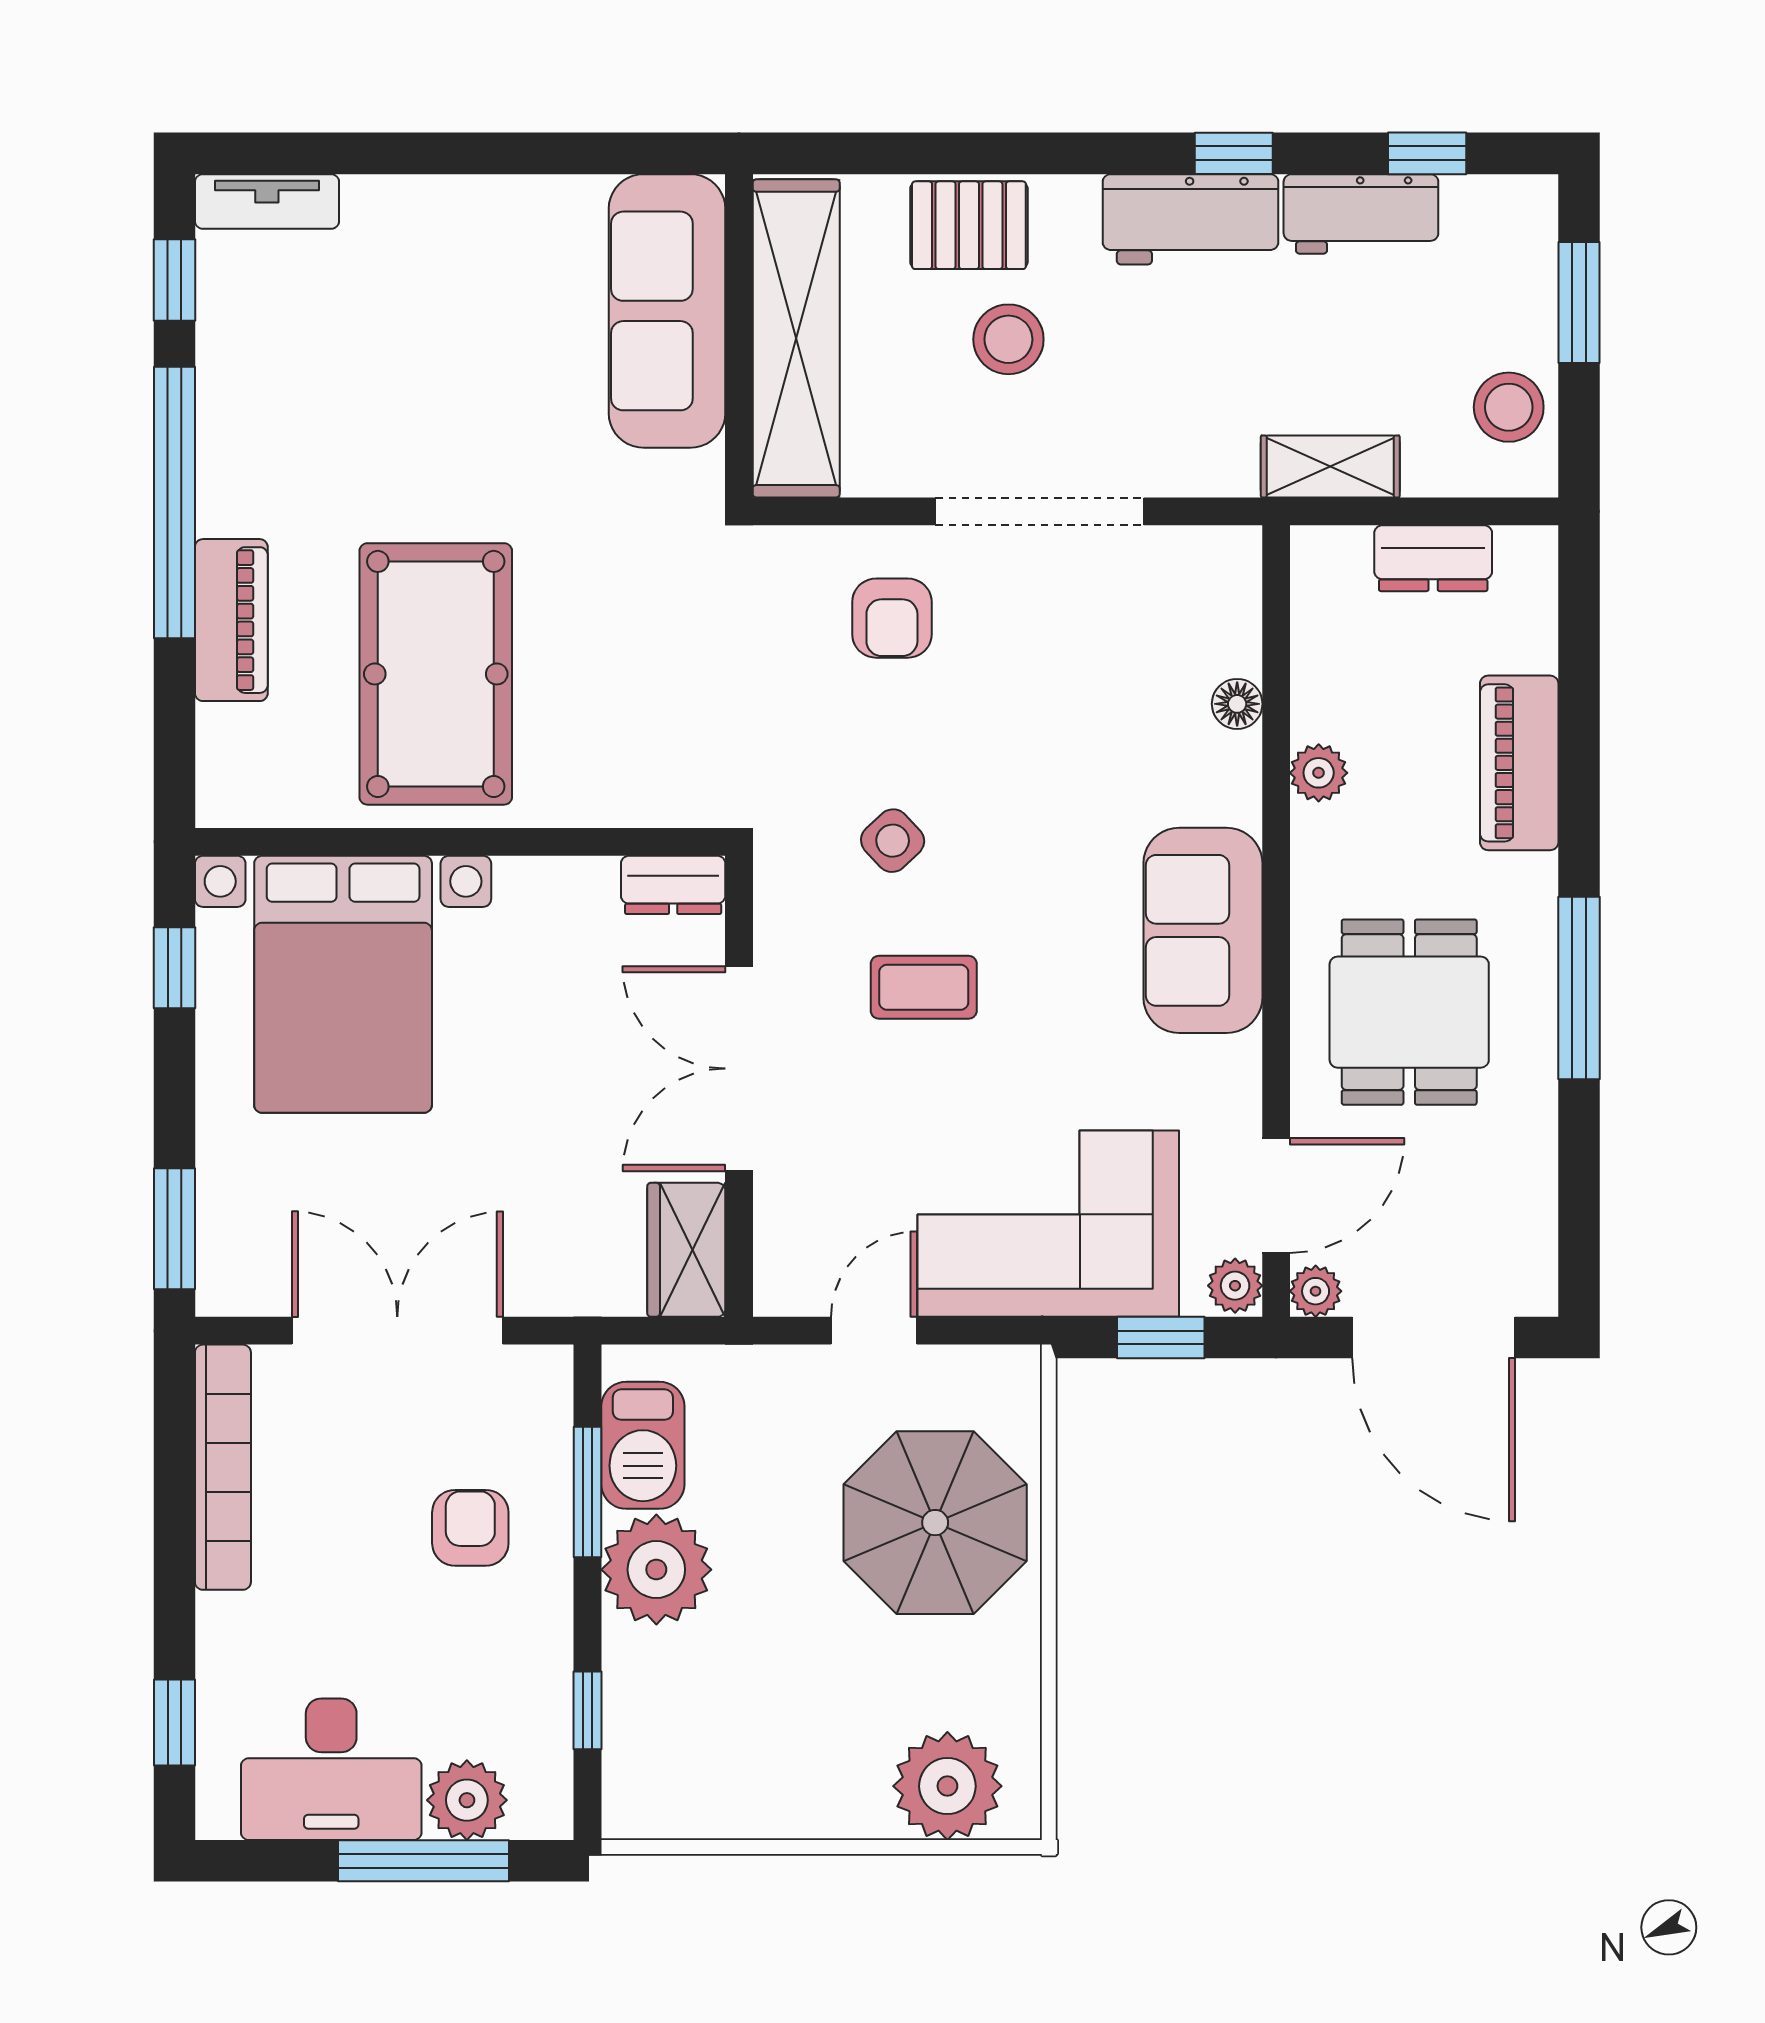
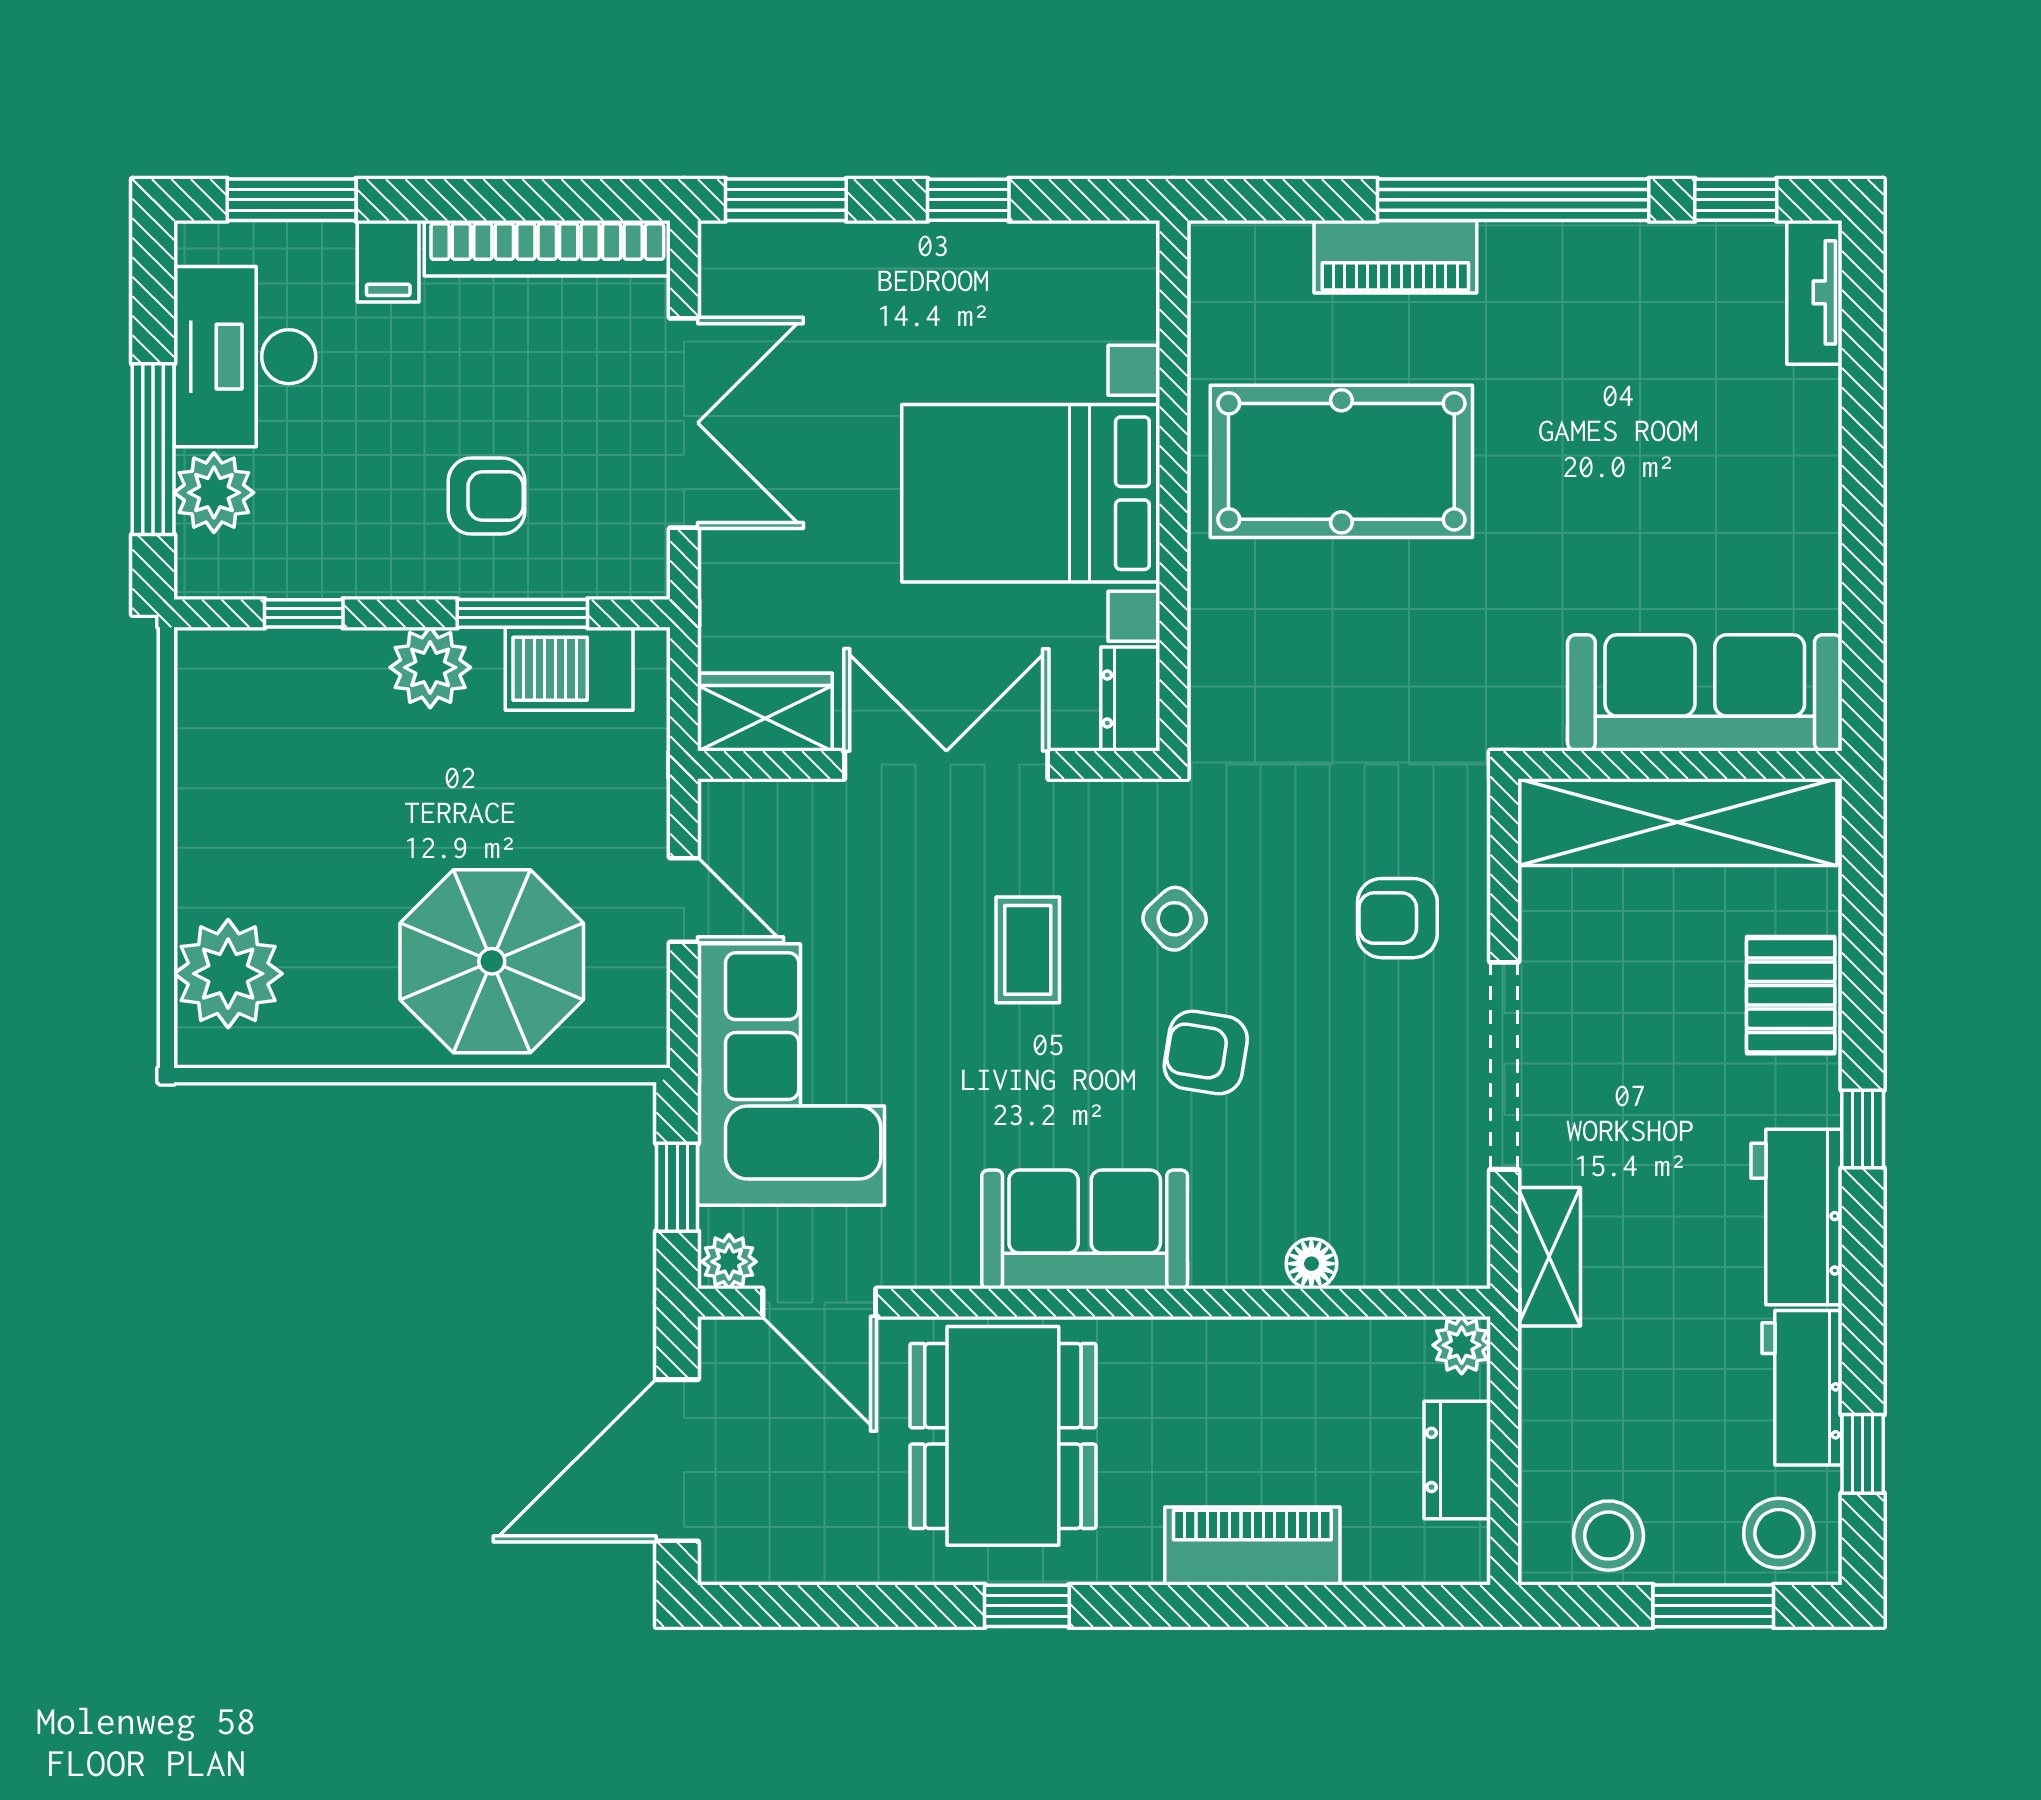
window: (1234, 153) -> (1863, 1129), moved
stool: (1008, 339) -> (1779, 1533), moved
shelving: (1330, 466) -> (1549, 1257), moved
plant: (1319, 773) -> (1462, 1345), moved
armchair: (1026, 809) -> (1206, 1052), added
window: (174, 968) -> (968, 200), moved
bed with nightstands: (343, 984) -> (1031, 493), moved
window: (1579, 988) -> (1027, 1606), width x0.46
dining table: (1409, 1012) -> (1003, 1436), width x1.38
plant: (1316, 1291) -> (723, 1342), removed
plant: (656, 1570) -> (430, 667), width x0.73, depth x0.73
filing cabinet: (236, 1626) -> (388, 261), added
window: (174, 1722) -> (292, 200), width x1.50

